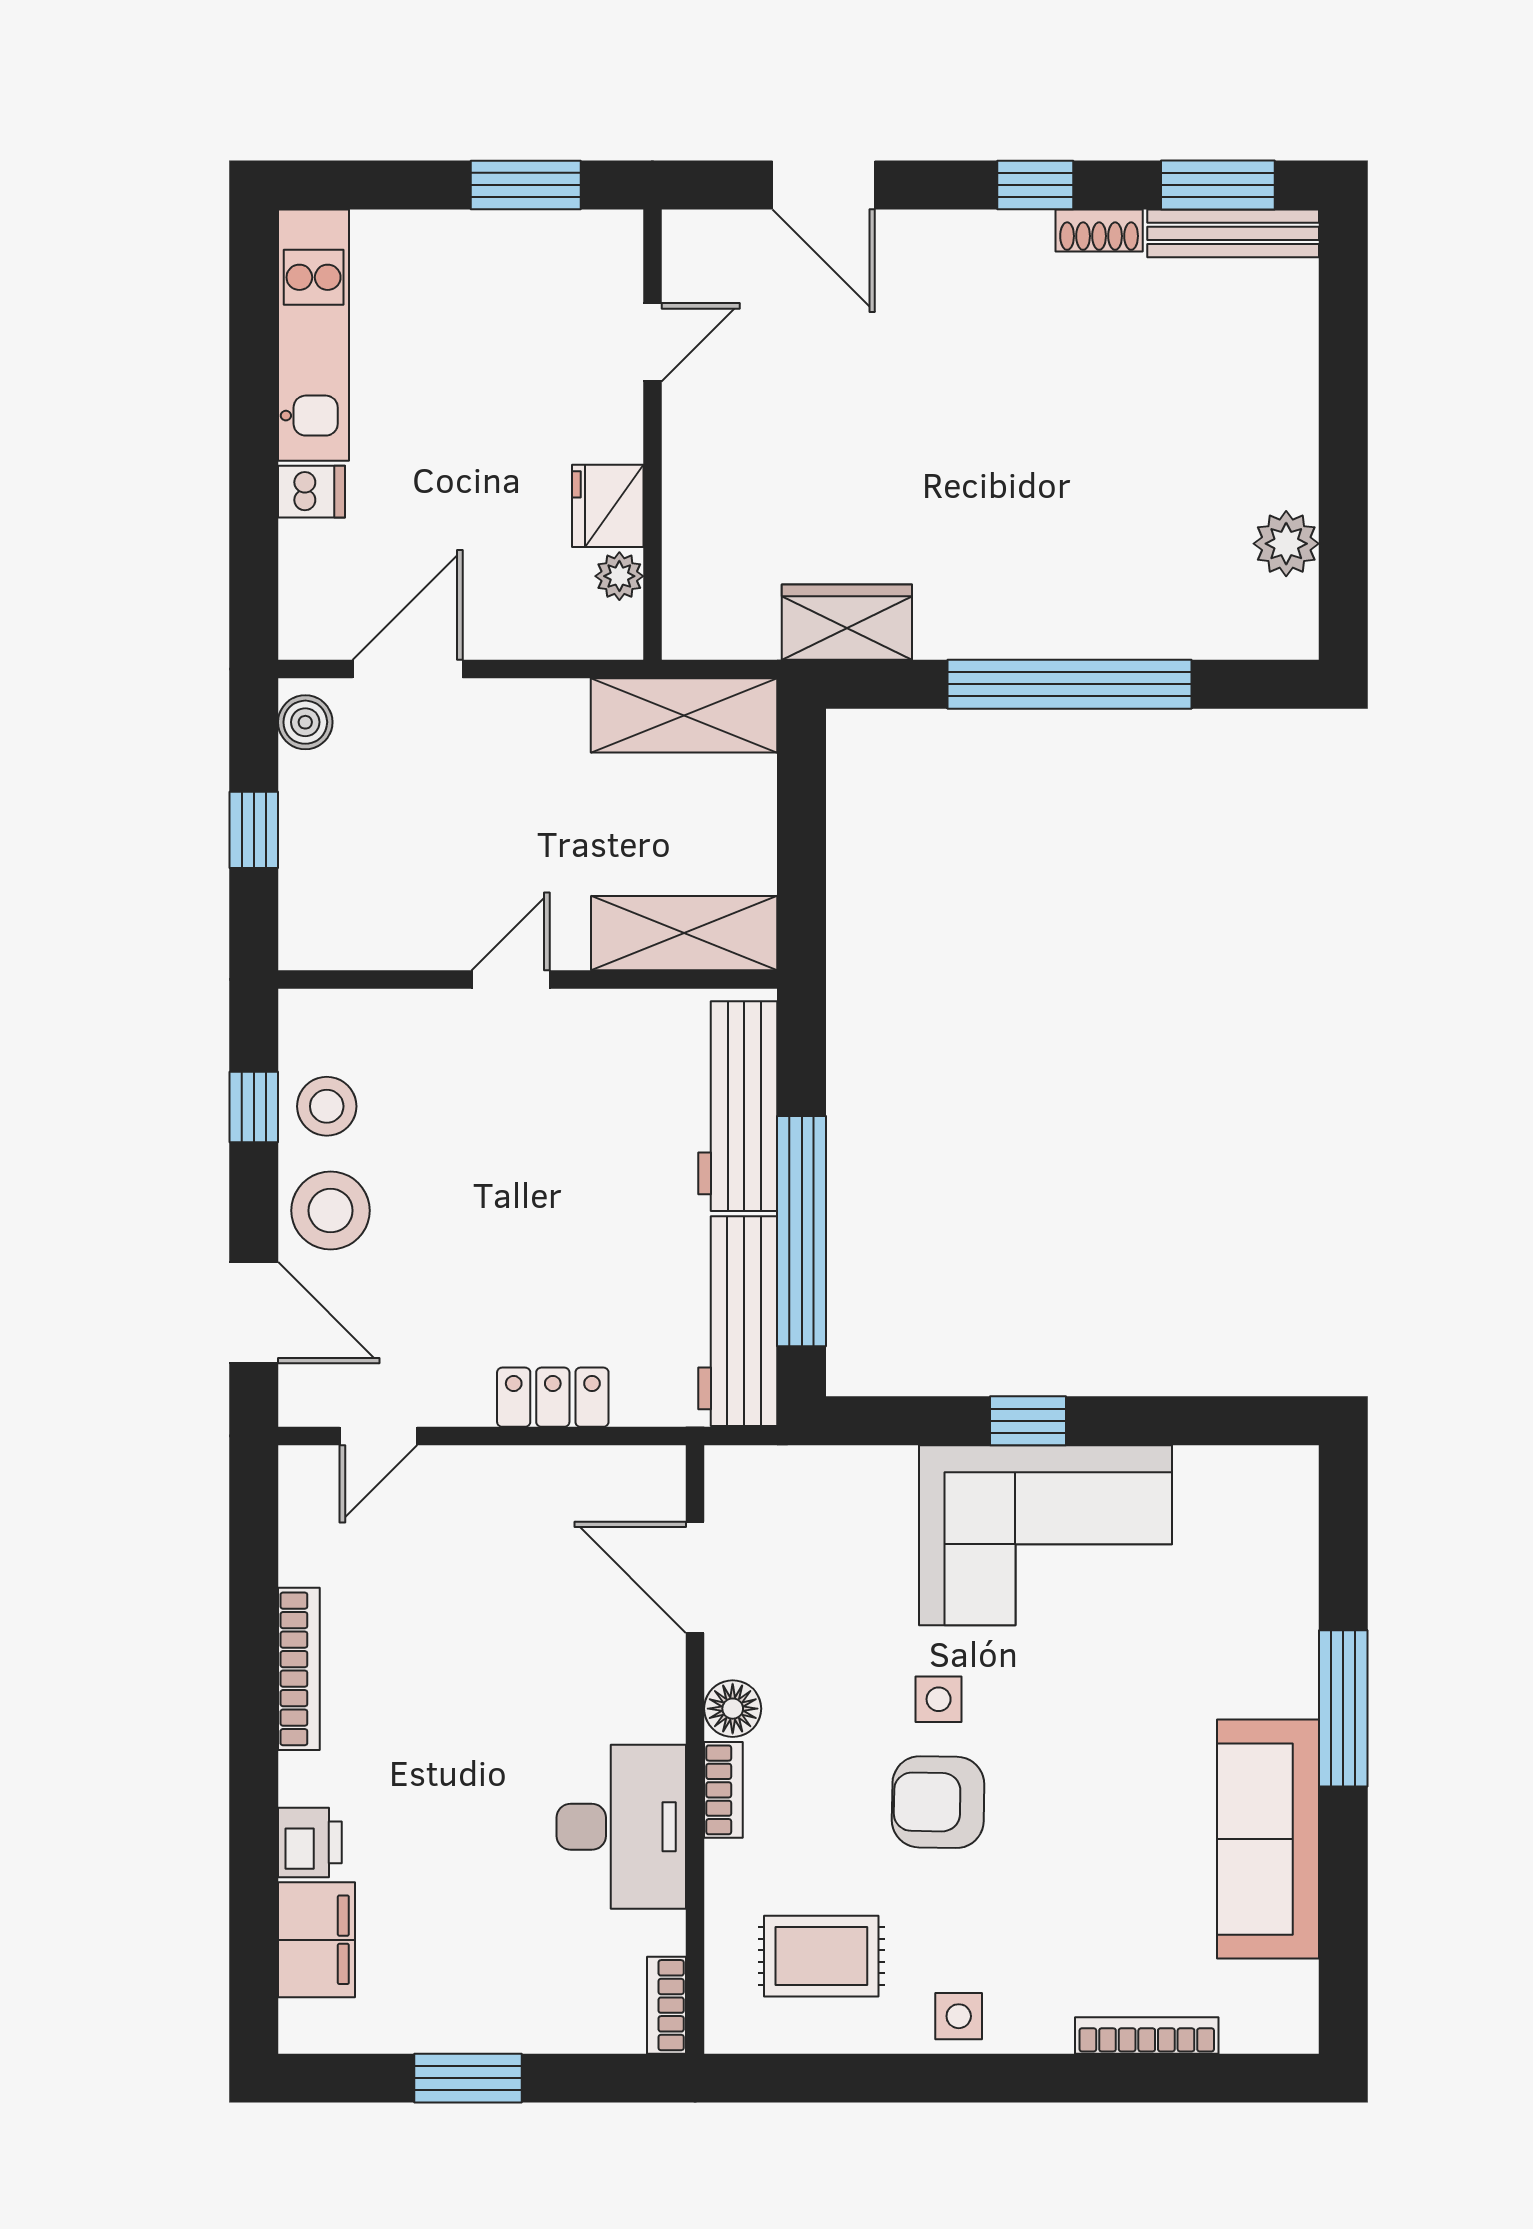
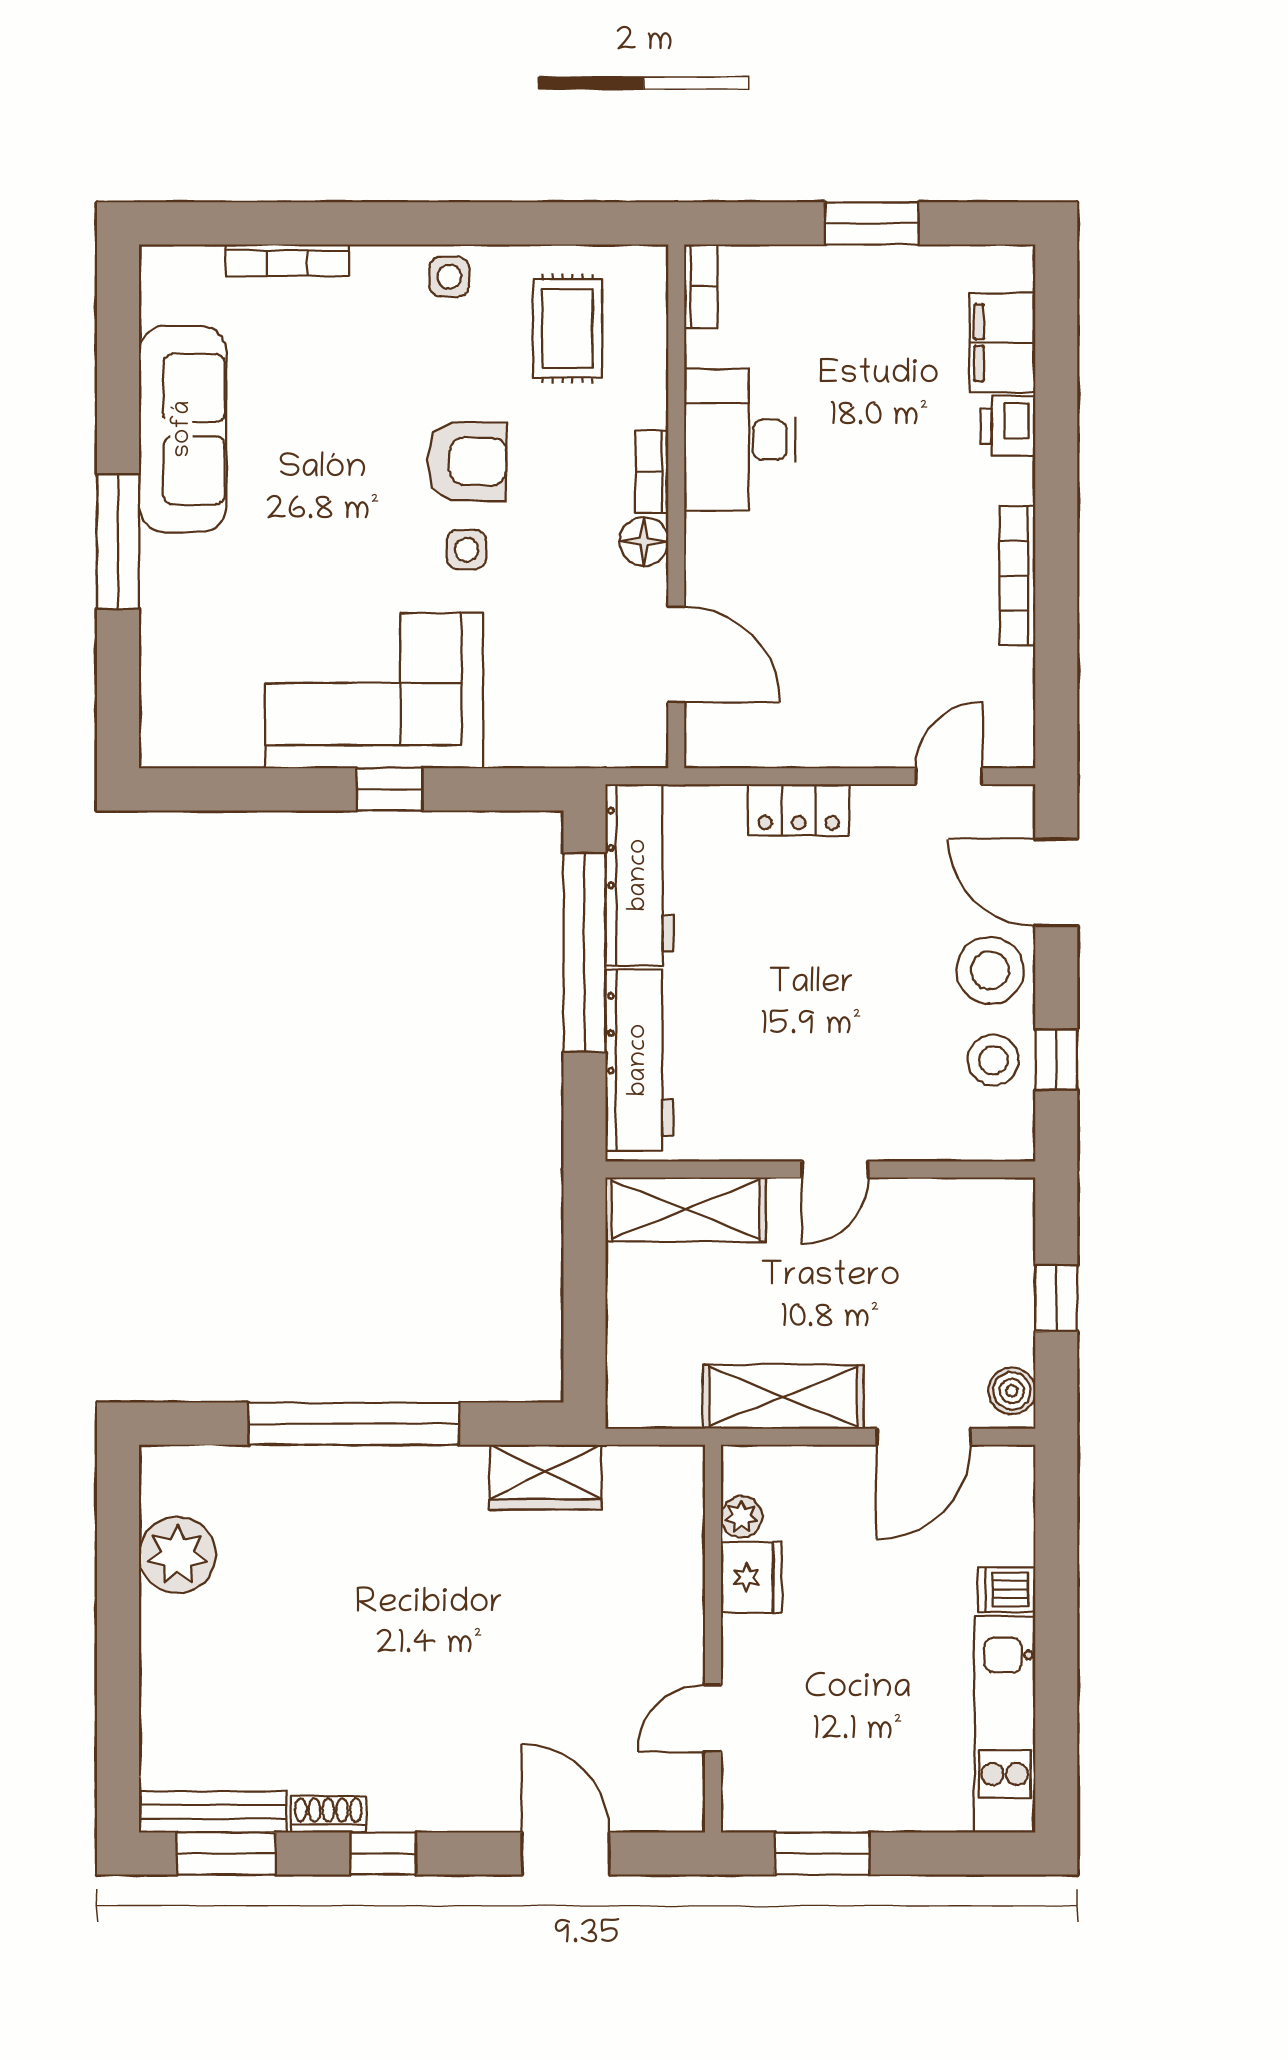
plant: (1286, 544) -> (177, 1555), width x1.36, depth x1.36
shelving: (684, 715) -> (783, 1397), moved
rug: (821, 1956) -> (567, 328), turned 90

